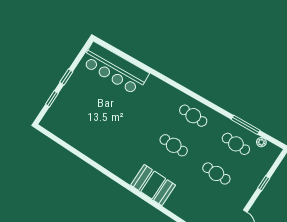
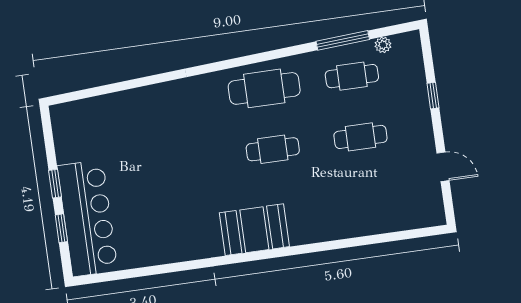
bar counter: (115, 68) -> (88, 218), moved, turned -86
cafe table: (193, 116) -> (264, 88), width x1.37, depth x1.35
booth: (153, 185) -> (254, 230), moved

